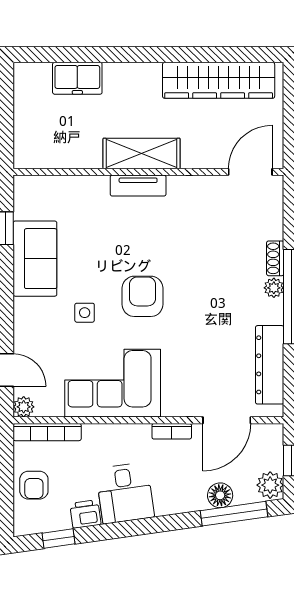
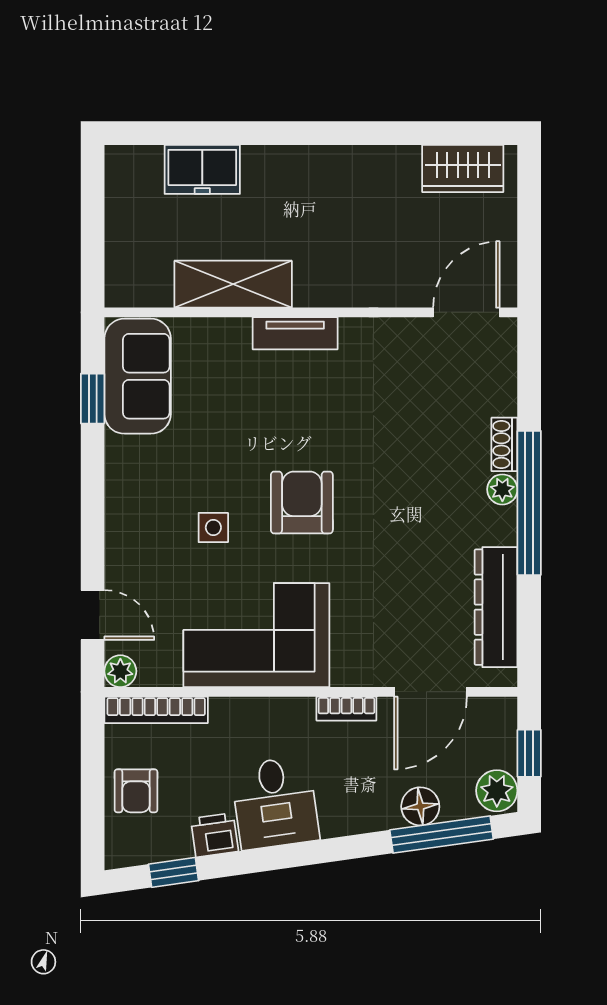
wardrobe: (219, 80) -> (463, 169), width x0.48, depth x0.85
shelving: (142, 153) -> (233, 284), moved
sofa: (35, 259) -> (138, 376), moved

